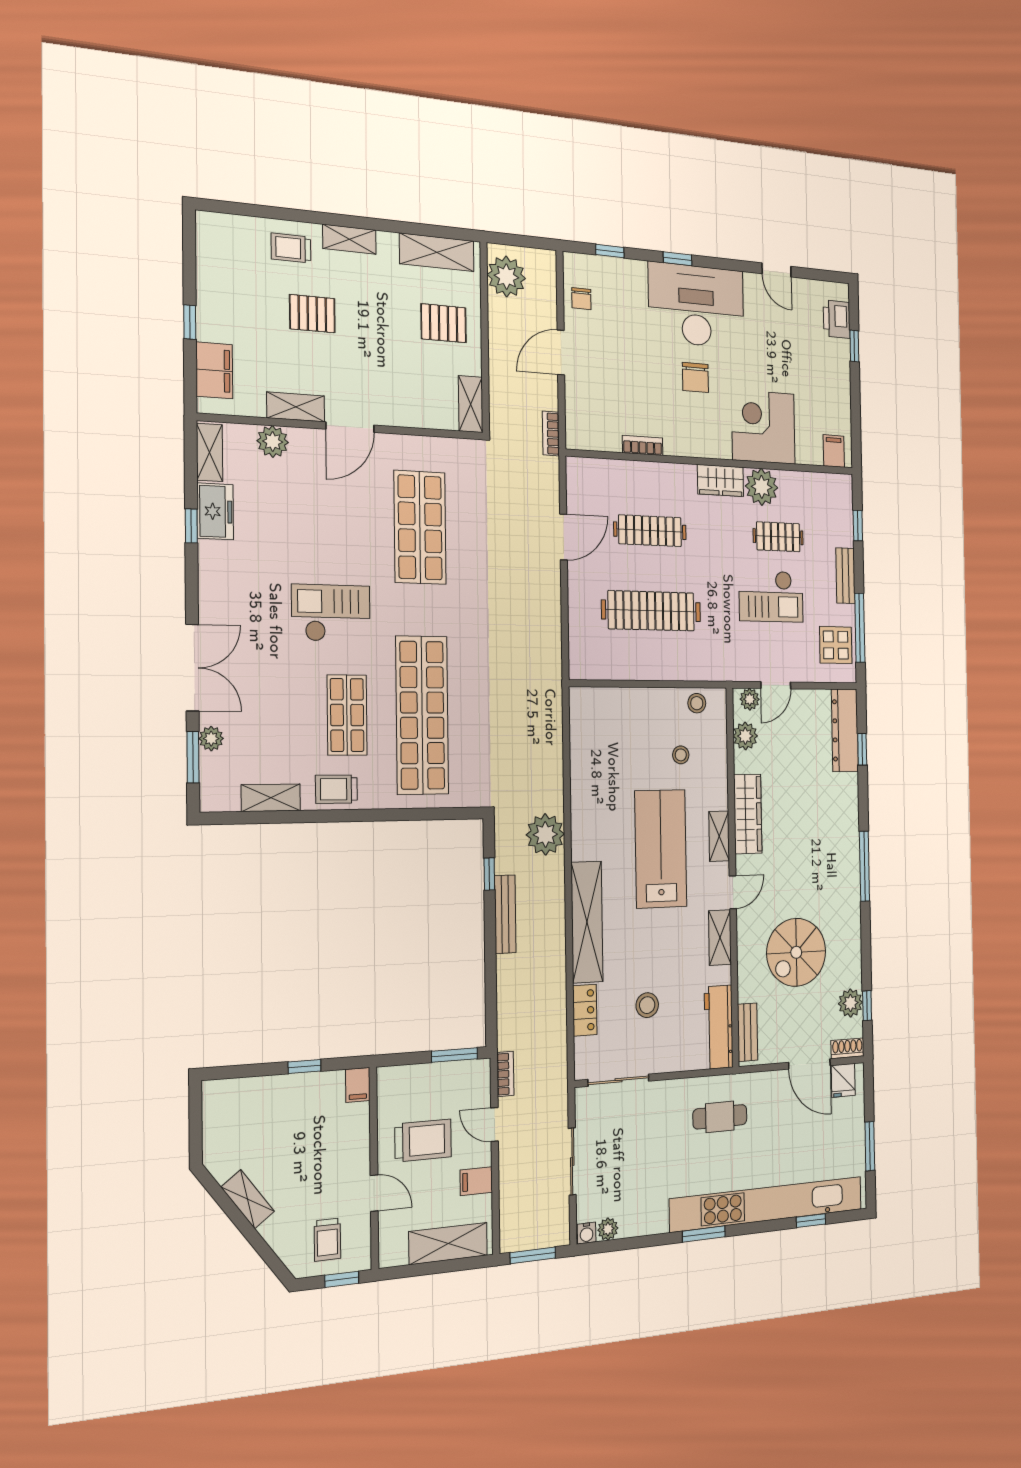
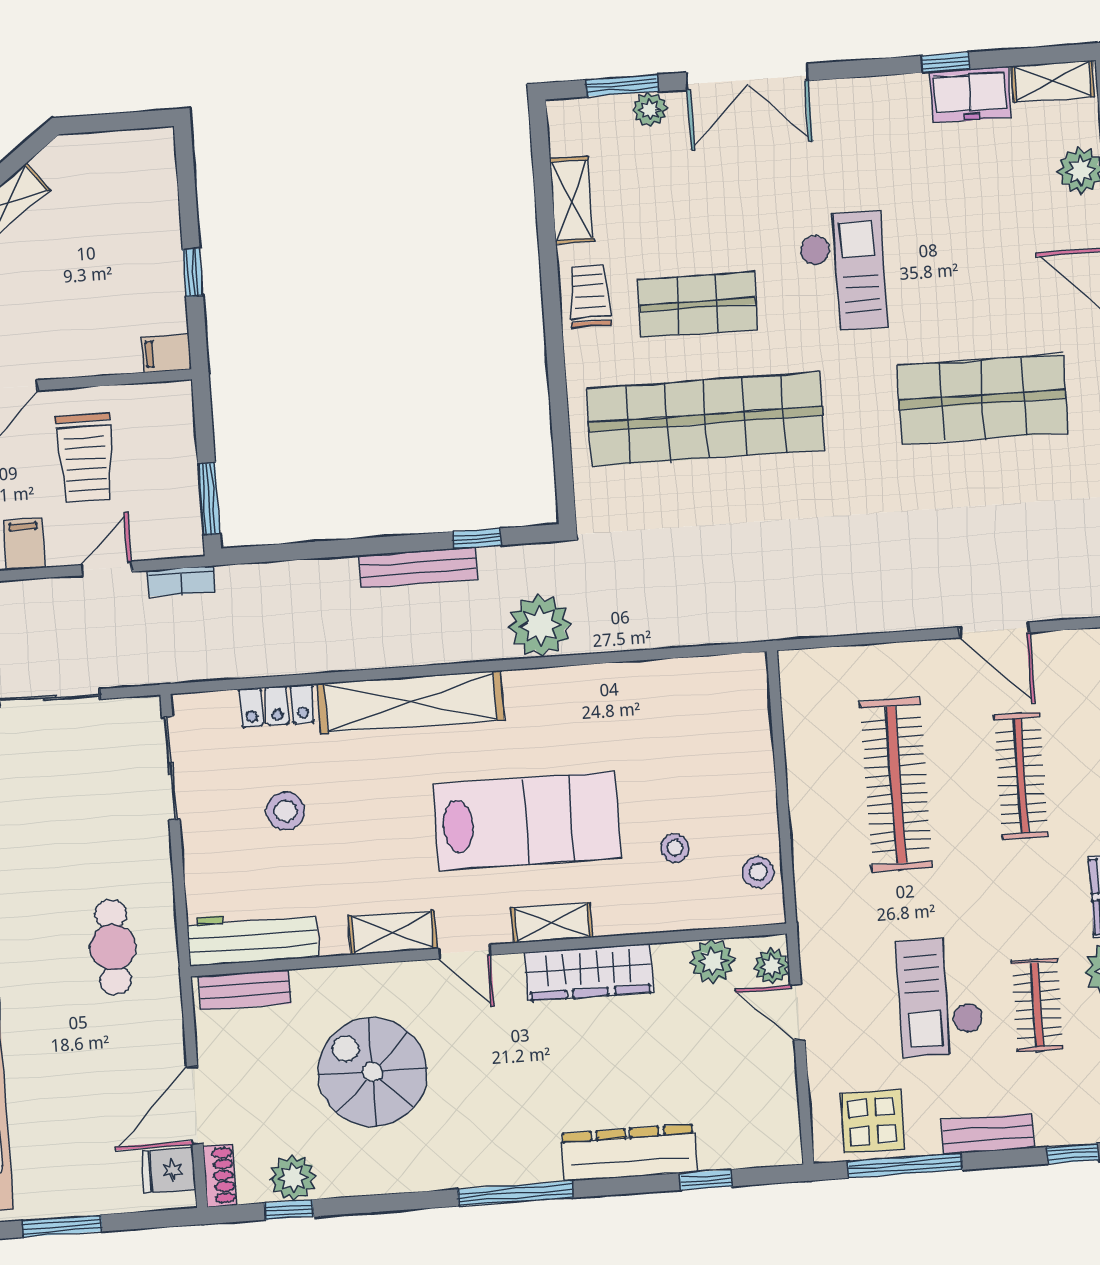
dresser: (845, 730) -> (629, 1153), moved

